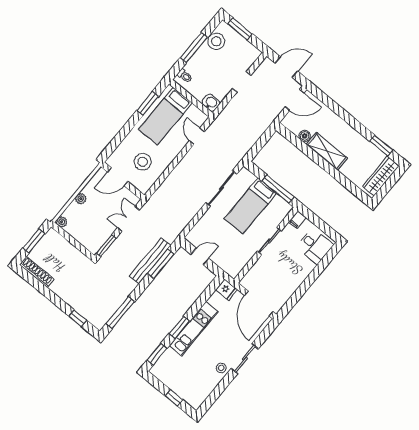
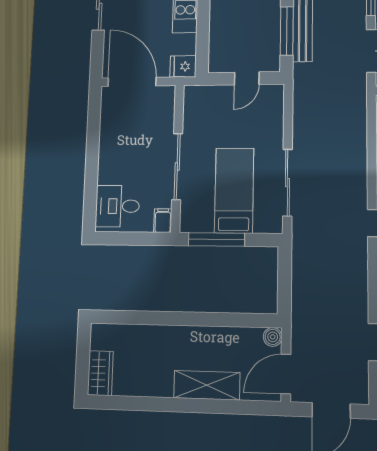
boiler: (305, 136) -> (273, 337), moved
window: (381, 146) -> (130, 403), removed
shelving: (327, 151) -> (207, 385), moved
wardrobe: (381, 176) -> (100, 373), width x0.67
sliding door: (269, 241) -> (177, 166), width x1.37

